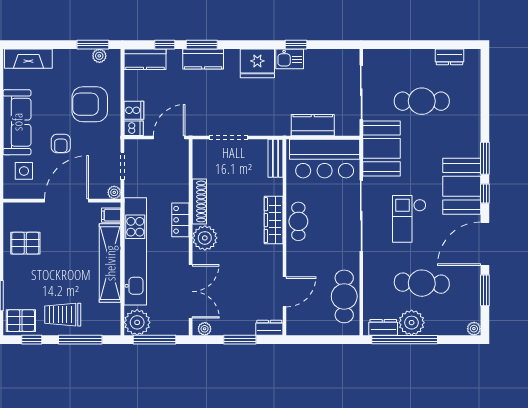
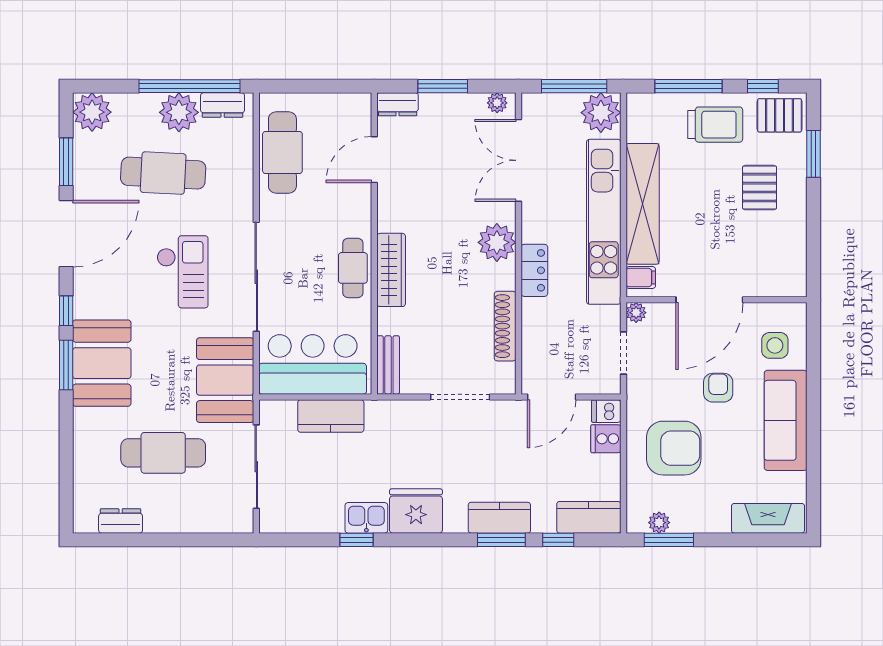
booth: (462, 186) -> (102, 363), moved
shoe rack: (199, 201) -> (505, 326), moved
pallet: (25, 243) -> (760, 188), moved, turned 90
plant: (474, 329) -> (92, 112), width x1.87, depth x1.87

